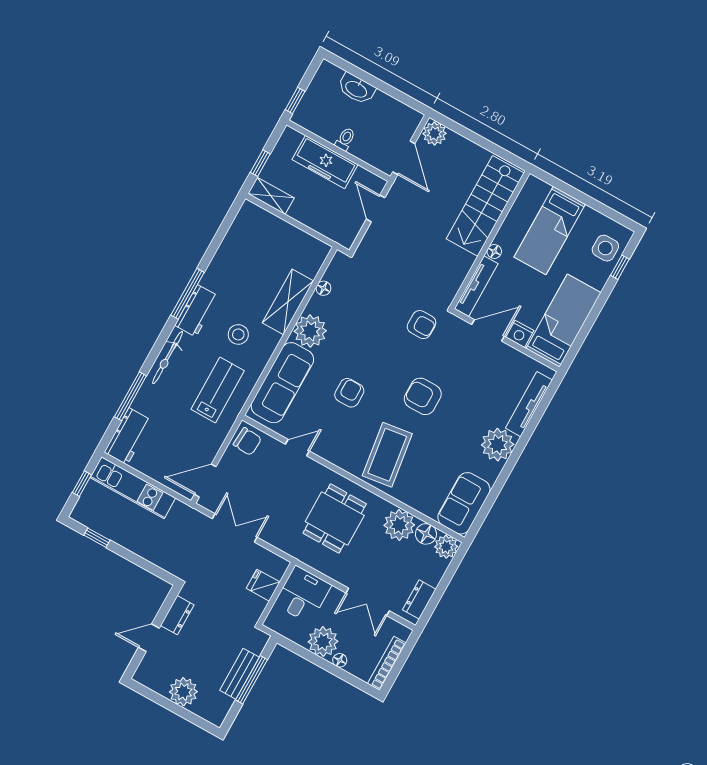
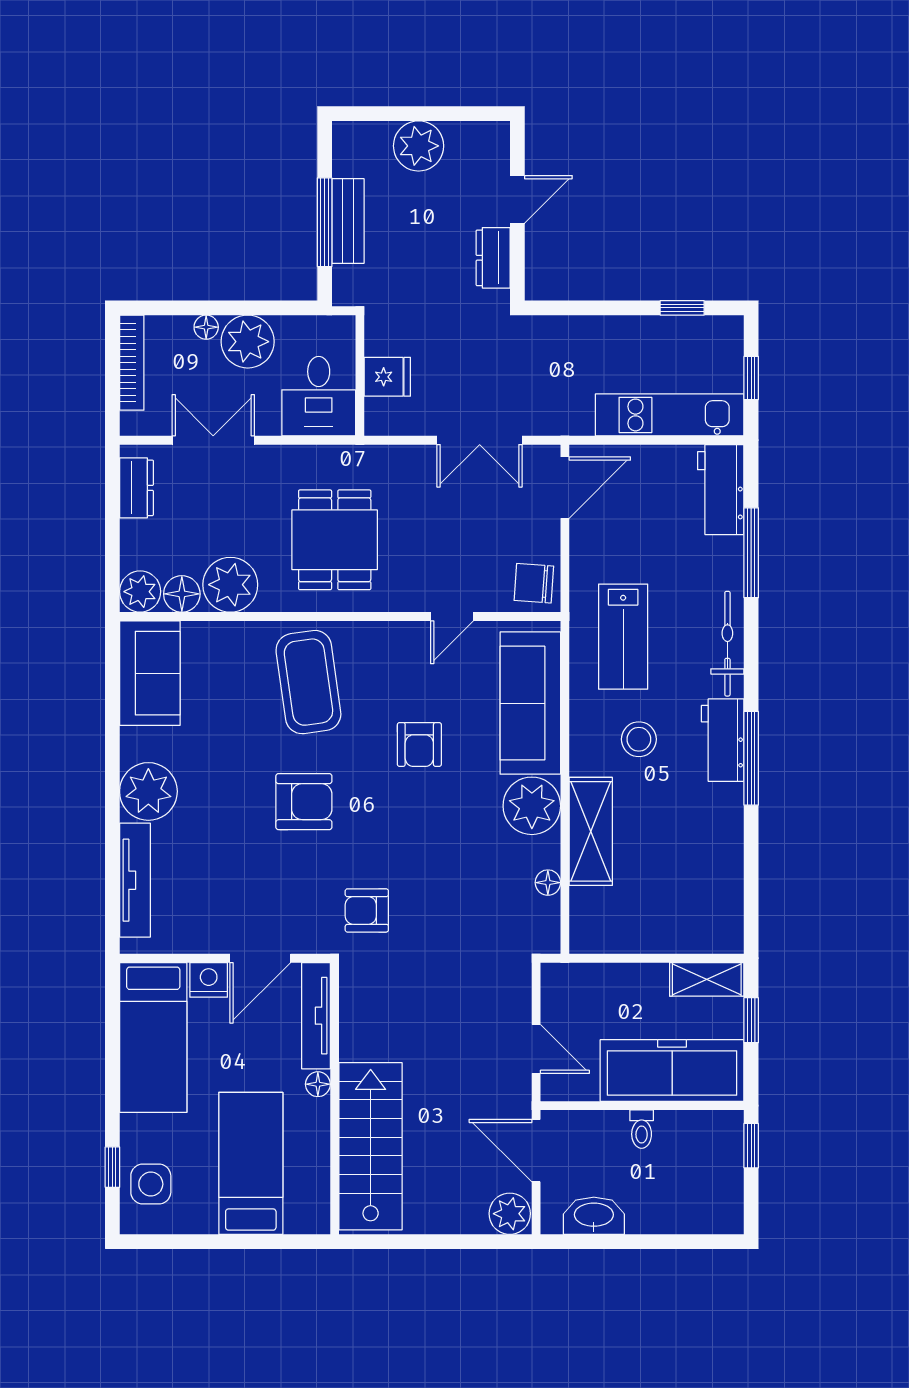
washbasin: (356, 89) -> (594, 1216), moved
freezer: (325, 162) -> (672, 1071), width x1.36, depth x1.26

